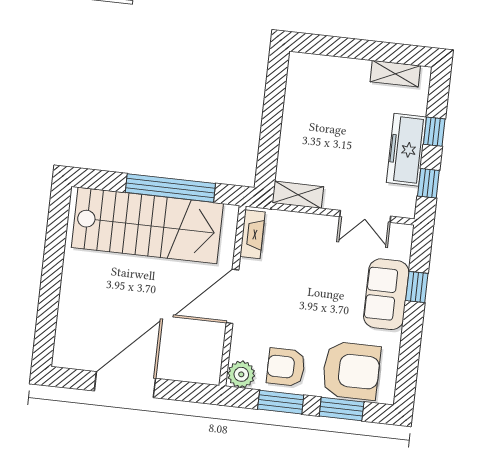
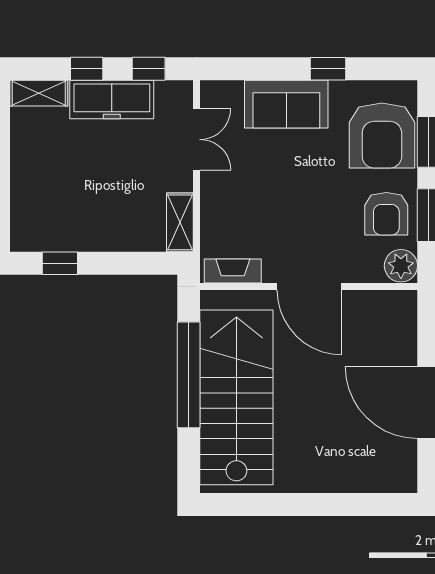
shelving: (395, 74) -> (39, 93), moved, turned 90
window: (275, 91) -> (60, 263), added
window: (417, 287) -> (328, 69), moved
armchair: (351, 371) -> (382, 136), turned 180

